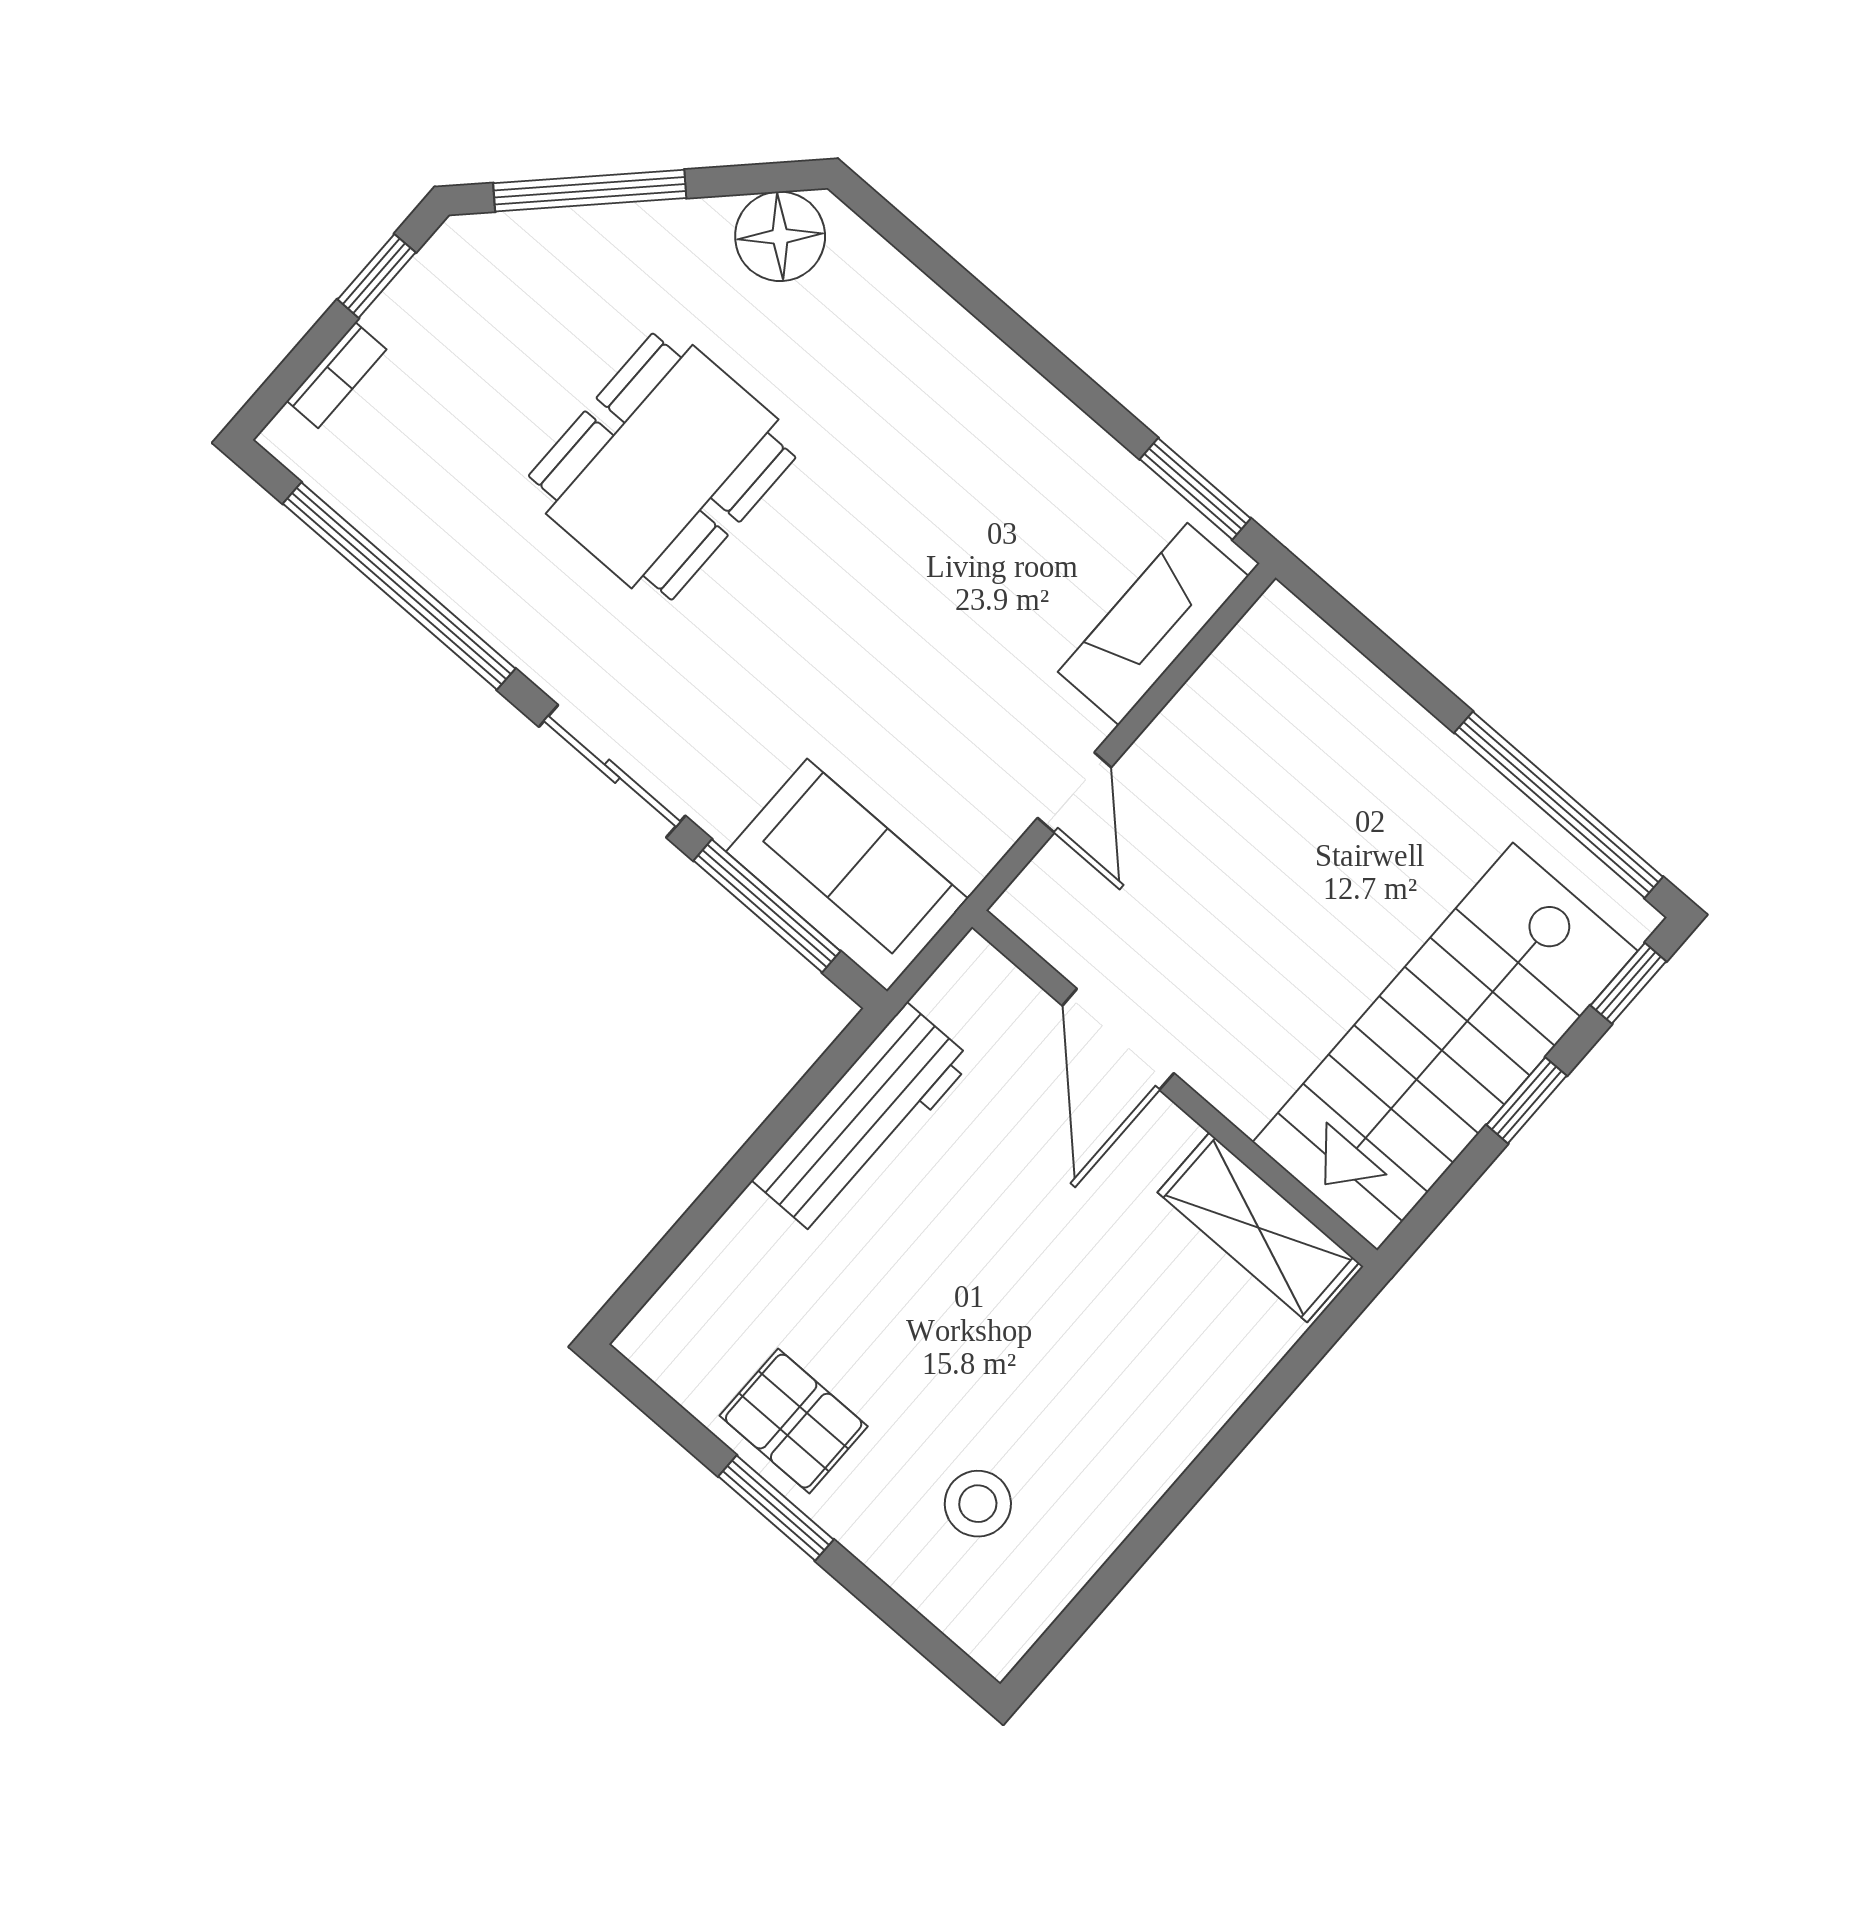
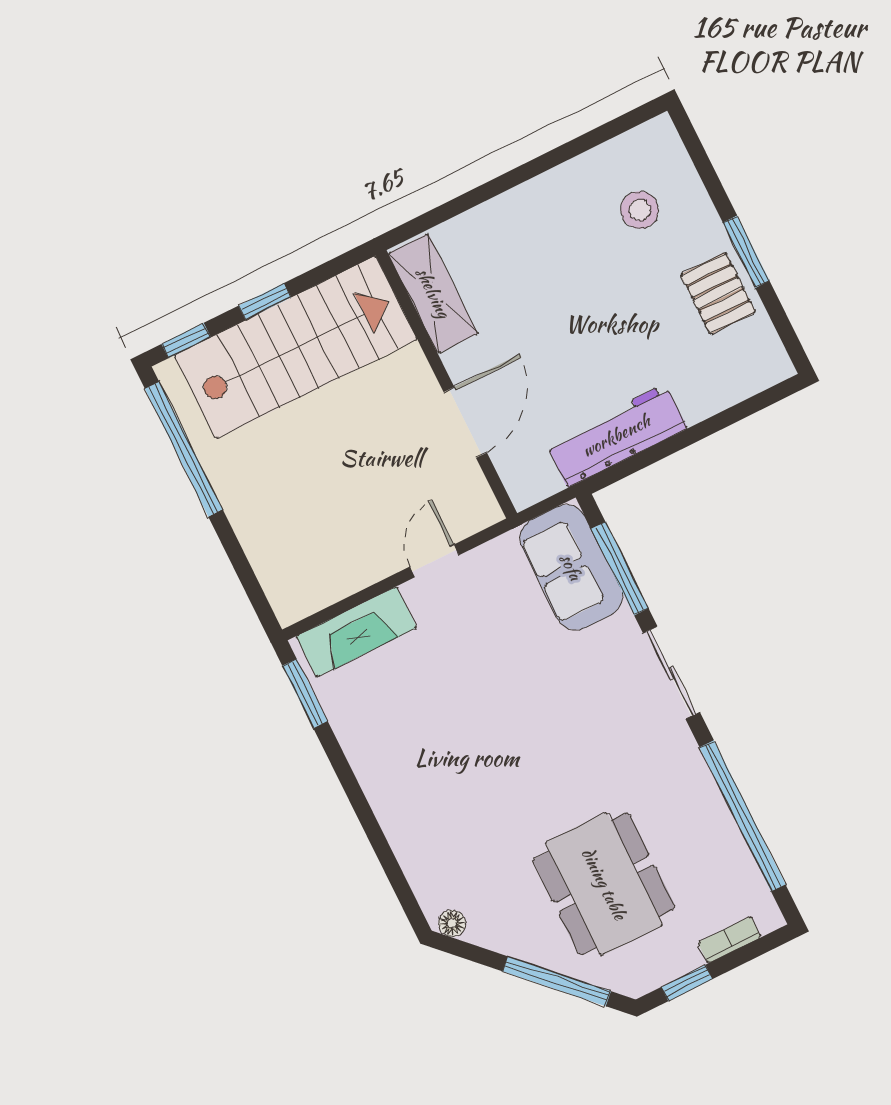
floor lamp: (780, 236) -> (452, 923), width x0.53, depth x0.53
dining table: (662, 467) -> (604, 884), moved, turned 90

